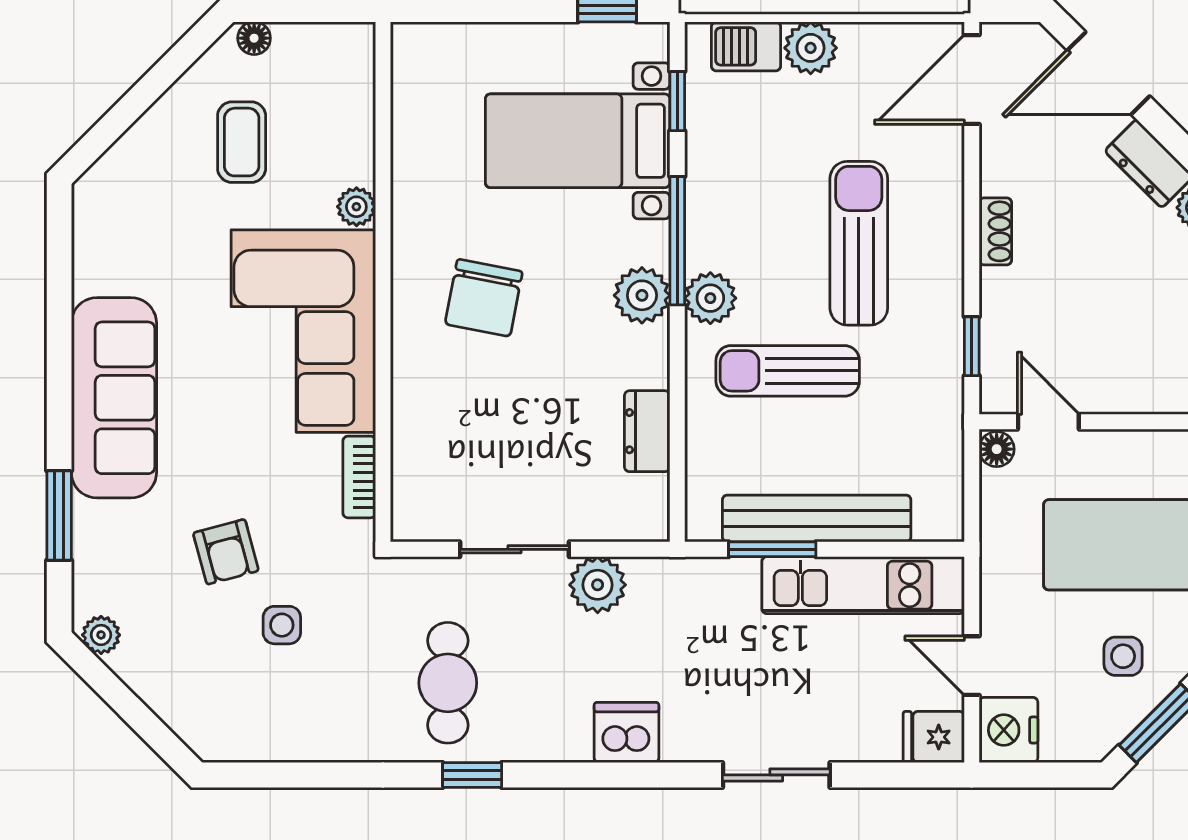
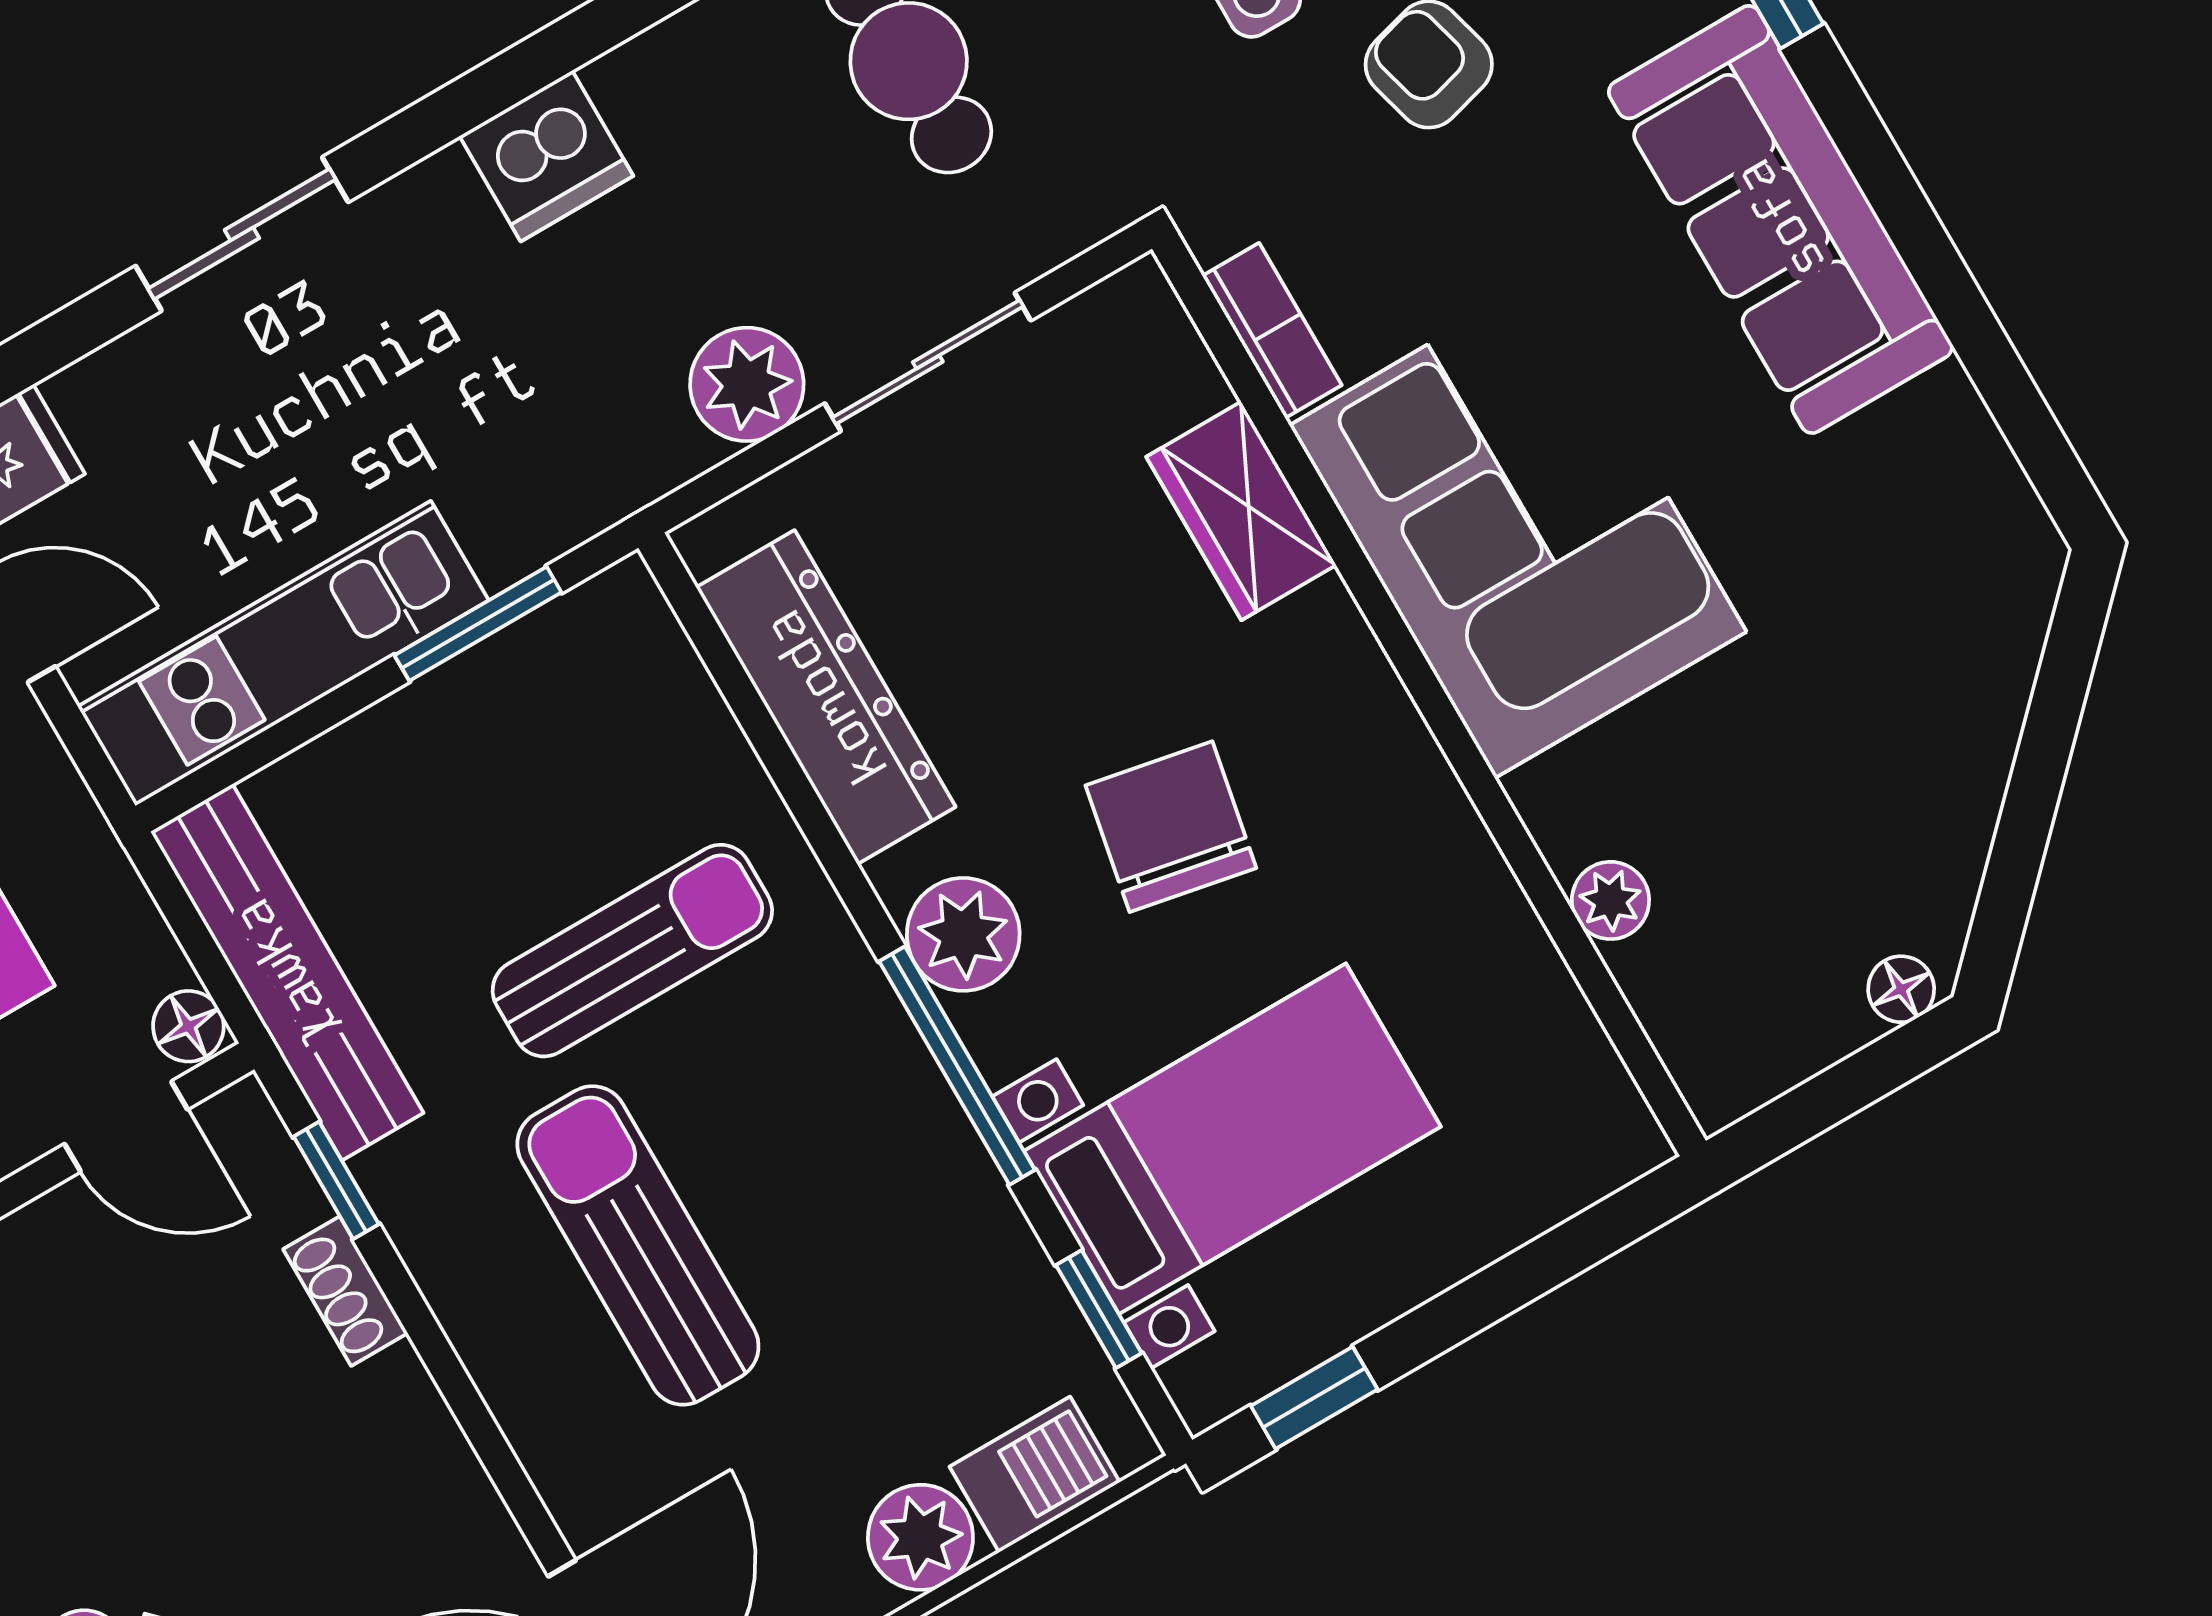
coffee table: (242, 142) -> (1817, 795), removed
plant: (356, 207) -> (1610, 900), moved
shoe rack: (995, 231) -> (345, 1291), moved
sun lounger: (859, 243) -> (638, 1245), turned 180
chair: (484, 298) -> (1171, 827), moved
plant: (710, 298) -> (841, 999), removed
wardrobe: (417, 407) -> (1241, 511), added
dresser: (647, 431) -> (826, 697), width x1.96, depth x1.24
bench: (817, 518) -> (287, 972), moved, turned 90

